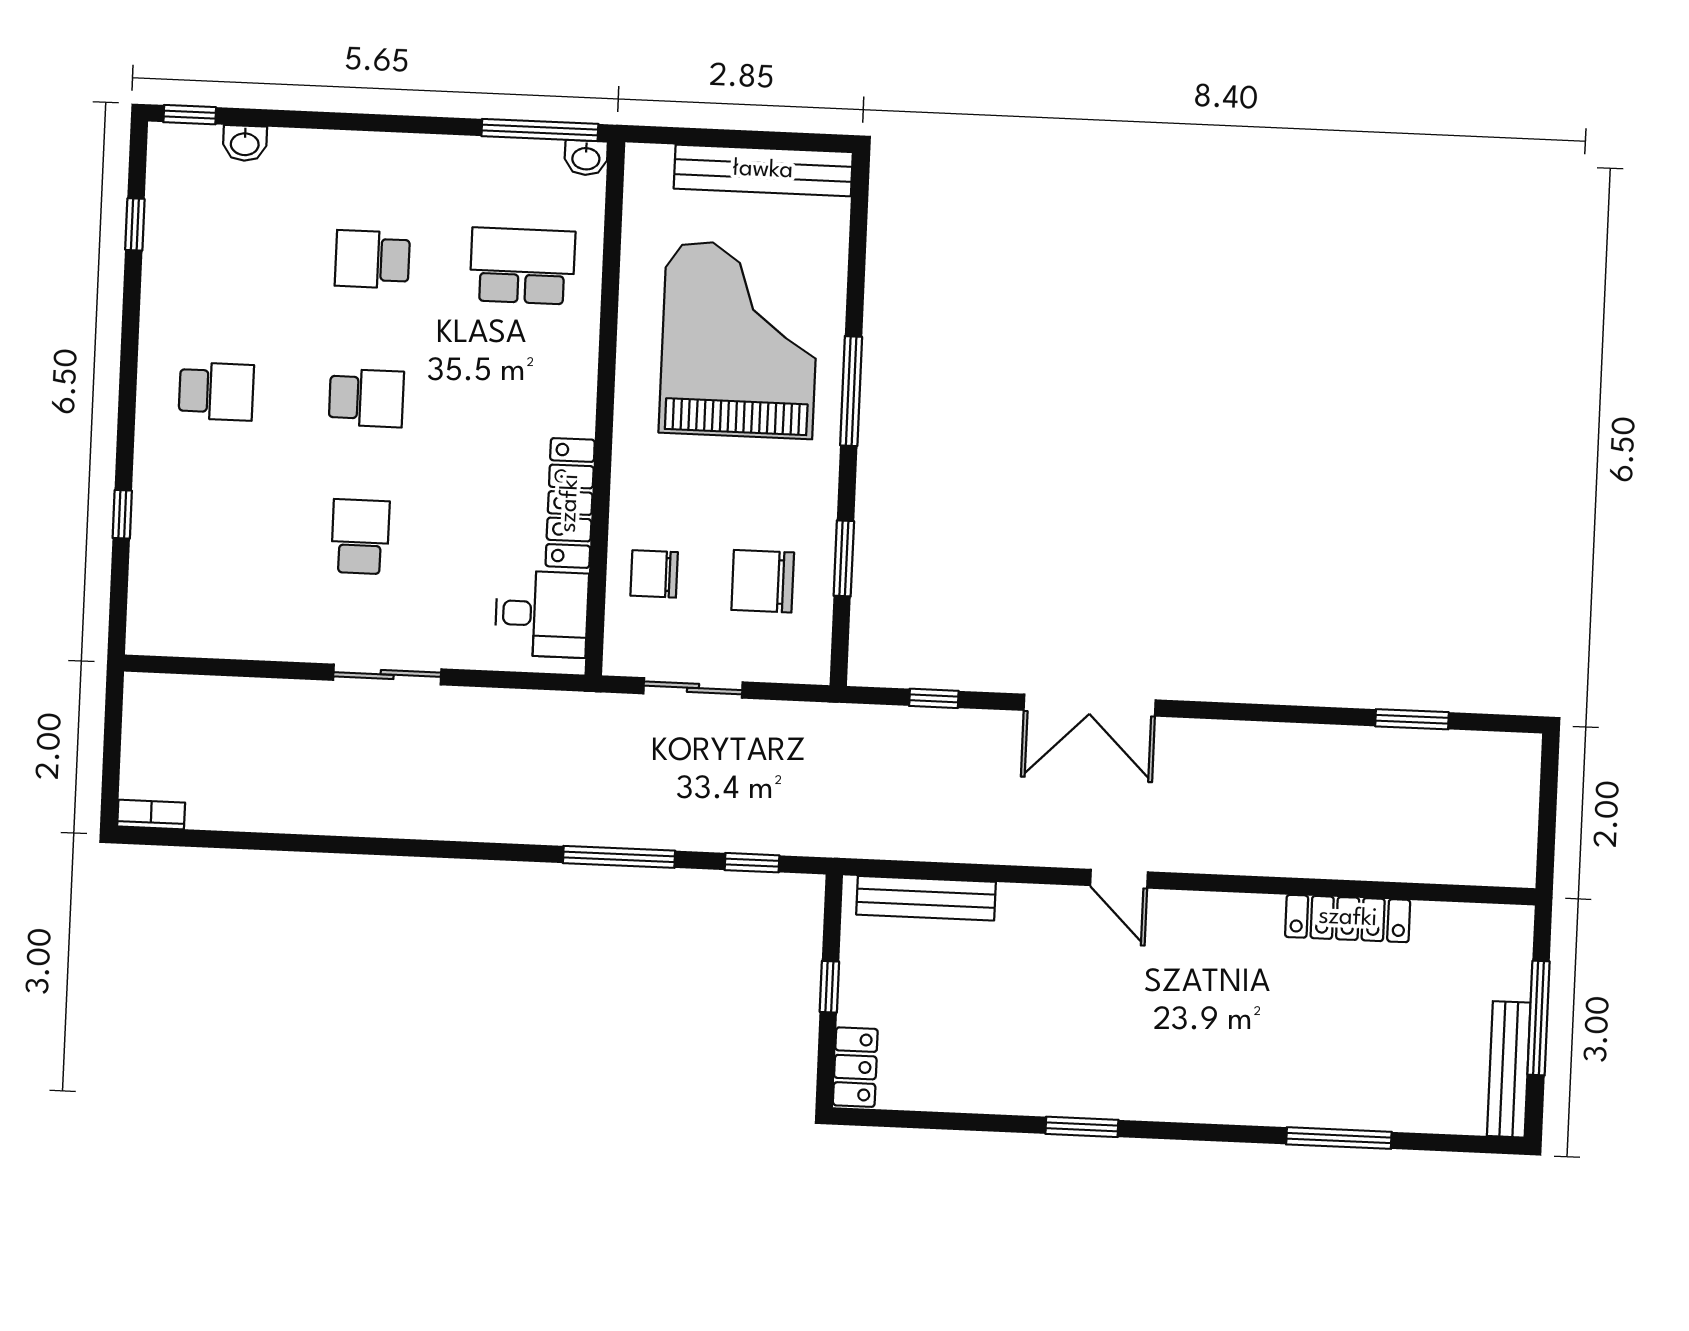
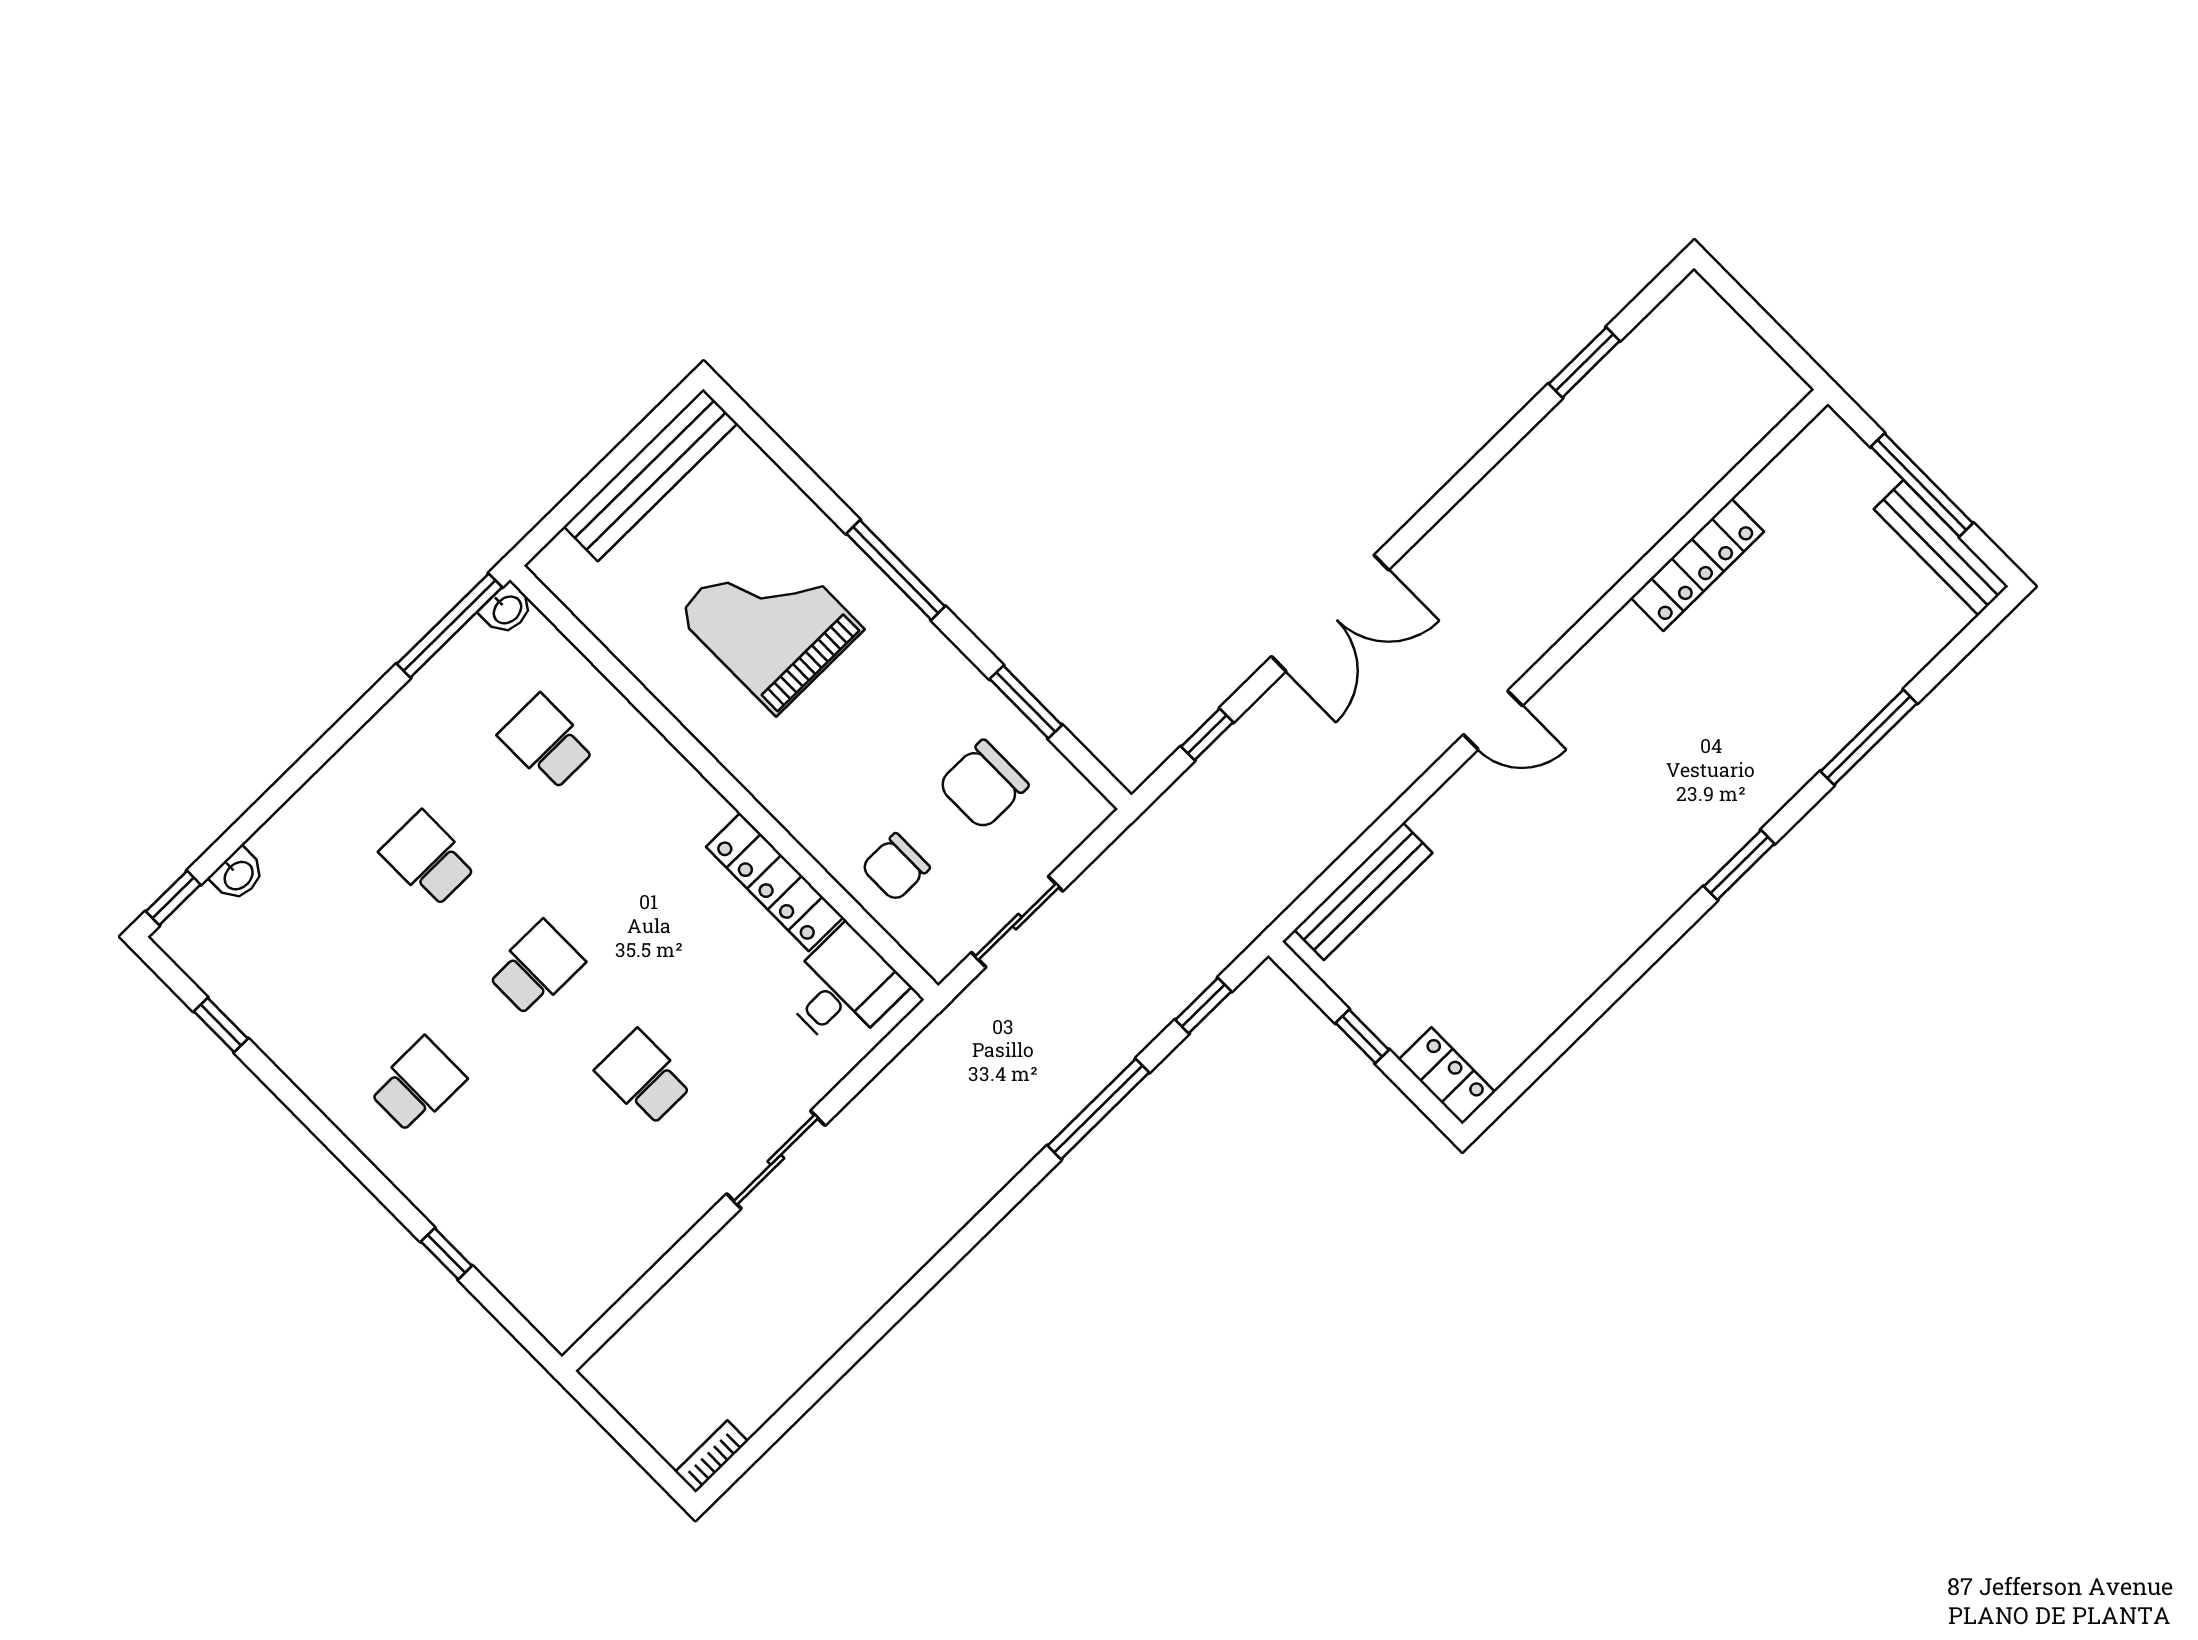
school desk: (372, 259) -> (428, 859), turned 90
school desk: (522, 266) -> (547, 742), width x0.54
grand piano: (740, 340) -> (770, 622), width x0.73, depth x0.68
window: (1082, 1127) -> (1739, 865), moved

